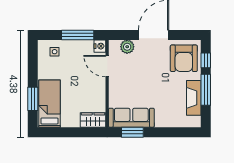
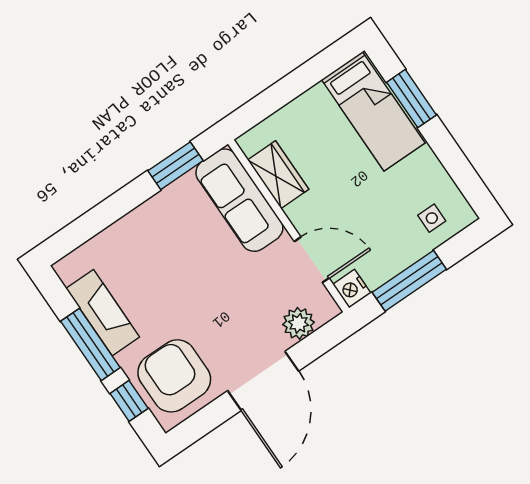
sofa: (131, 118) -> (239, 200), moved, turned 90
wardrobe: (93, 120) -> (278, 175), moved, turned -90

